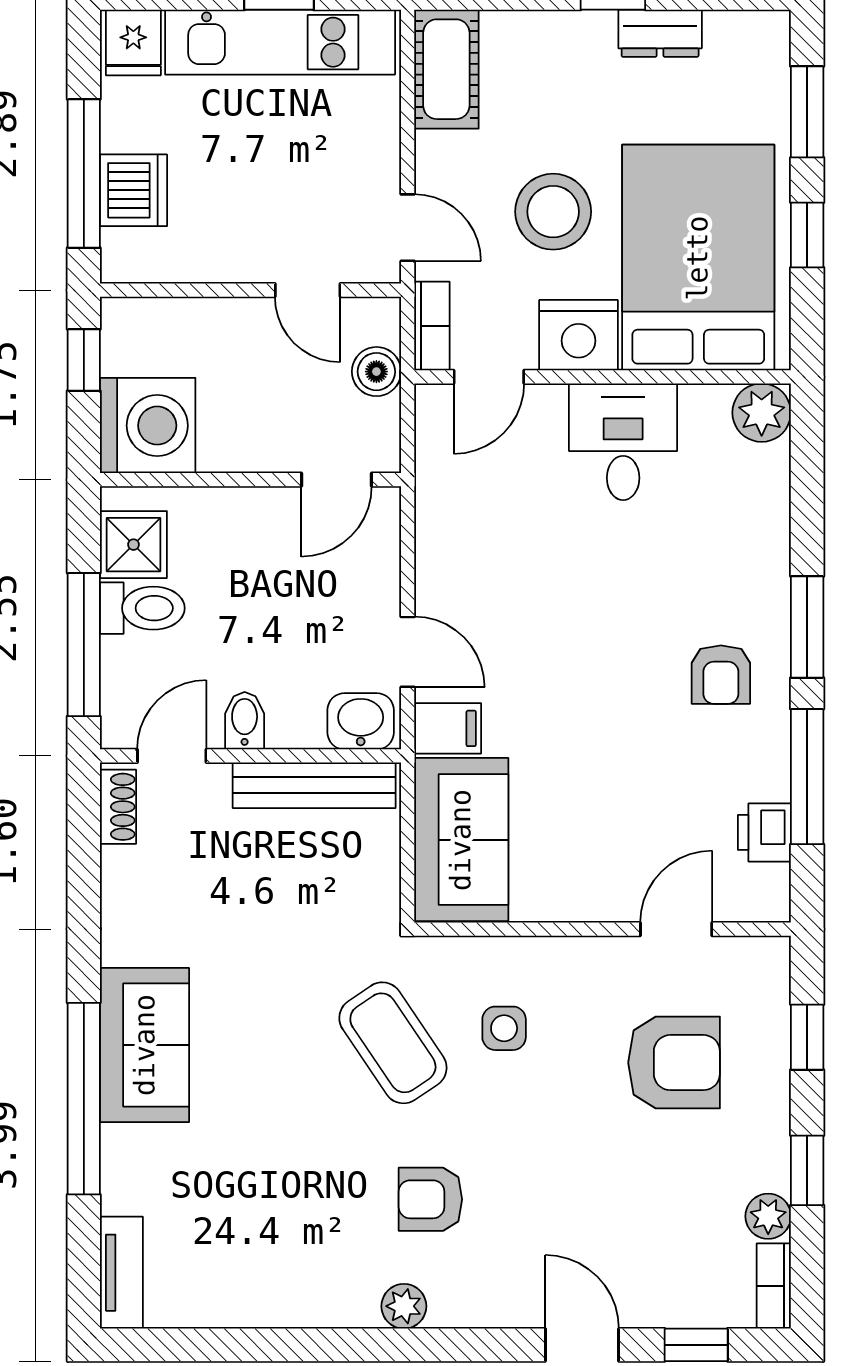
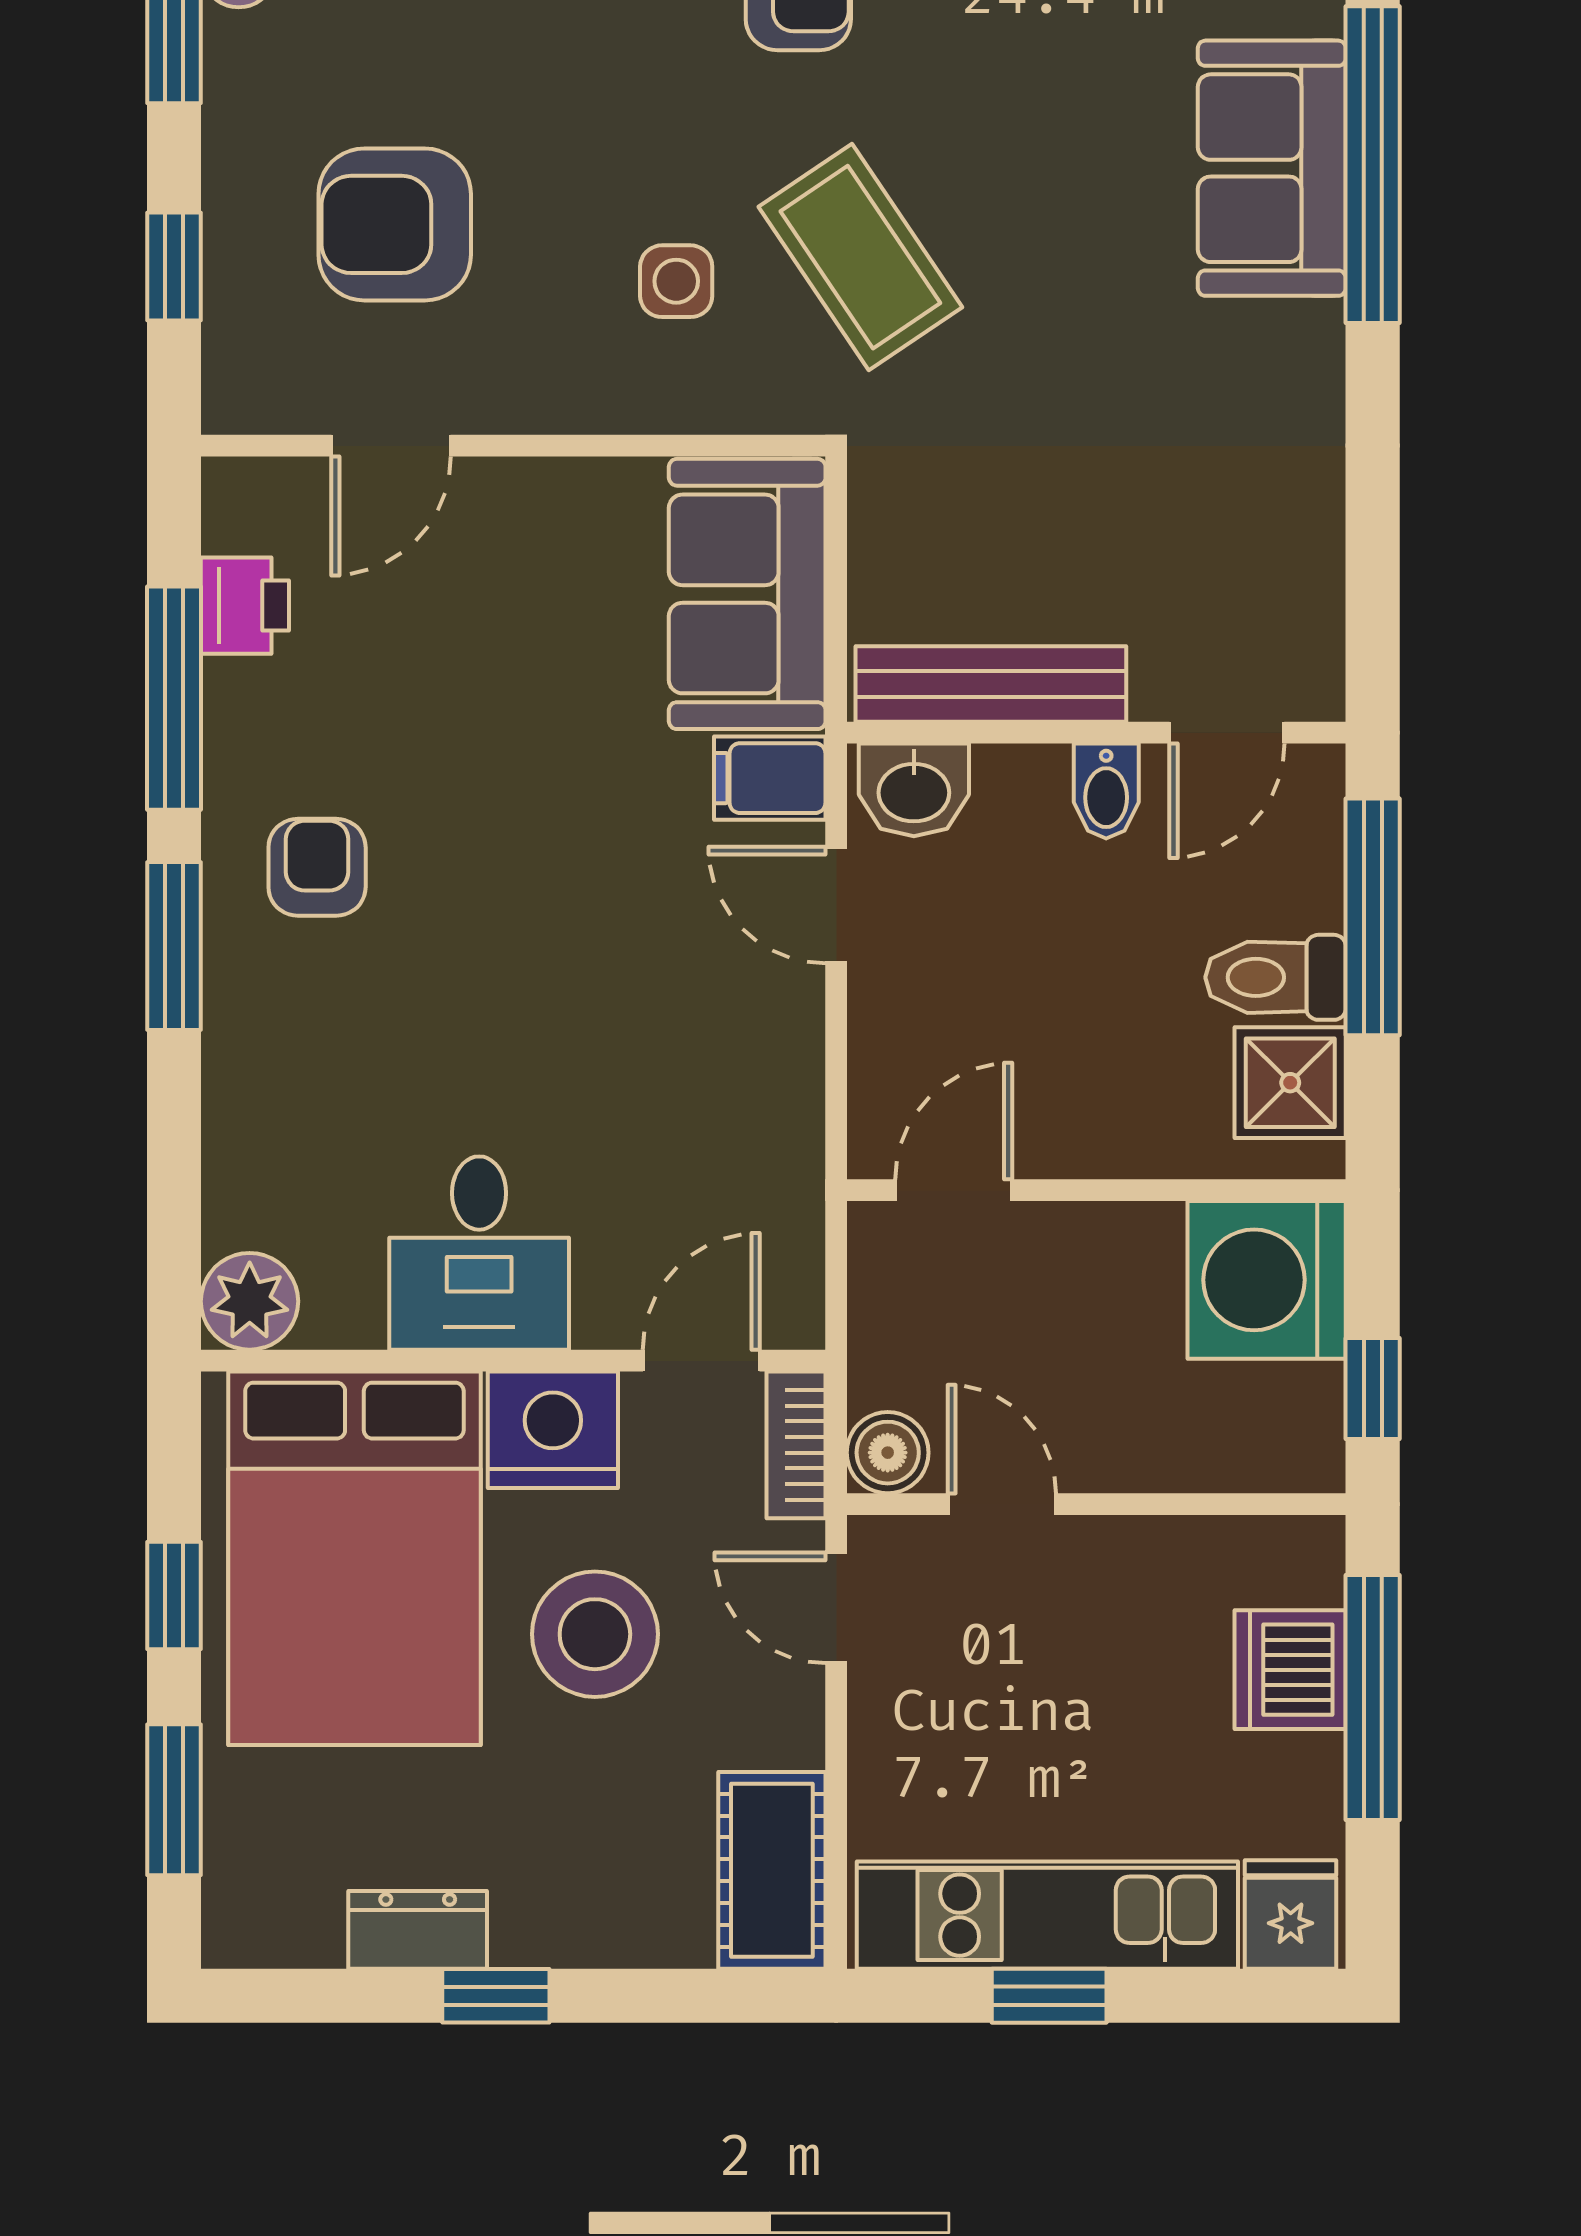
boiler: (376, 372) -> (888, 1453), moved
shoe rack: (118, 807) -> (1316, 648), removed
sofa: (145, 1045) -> (1272, 168), moved

